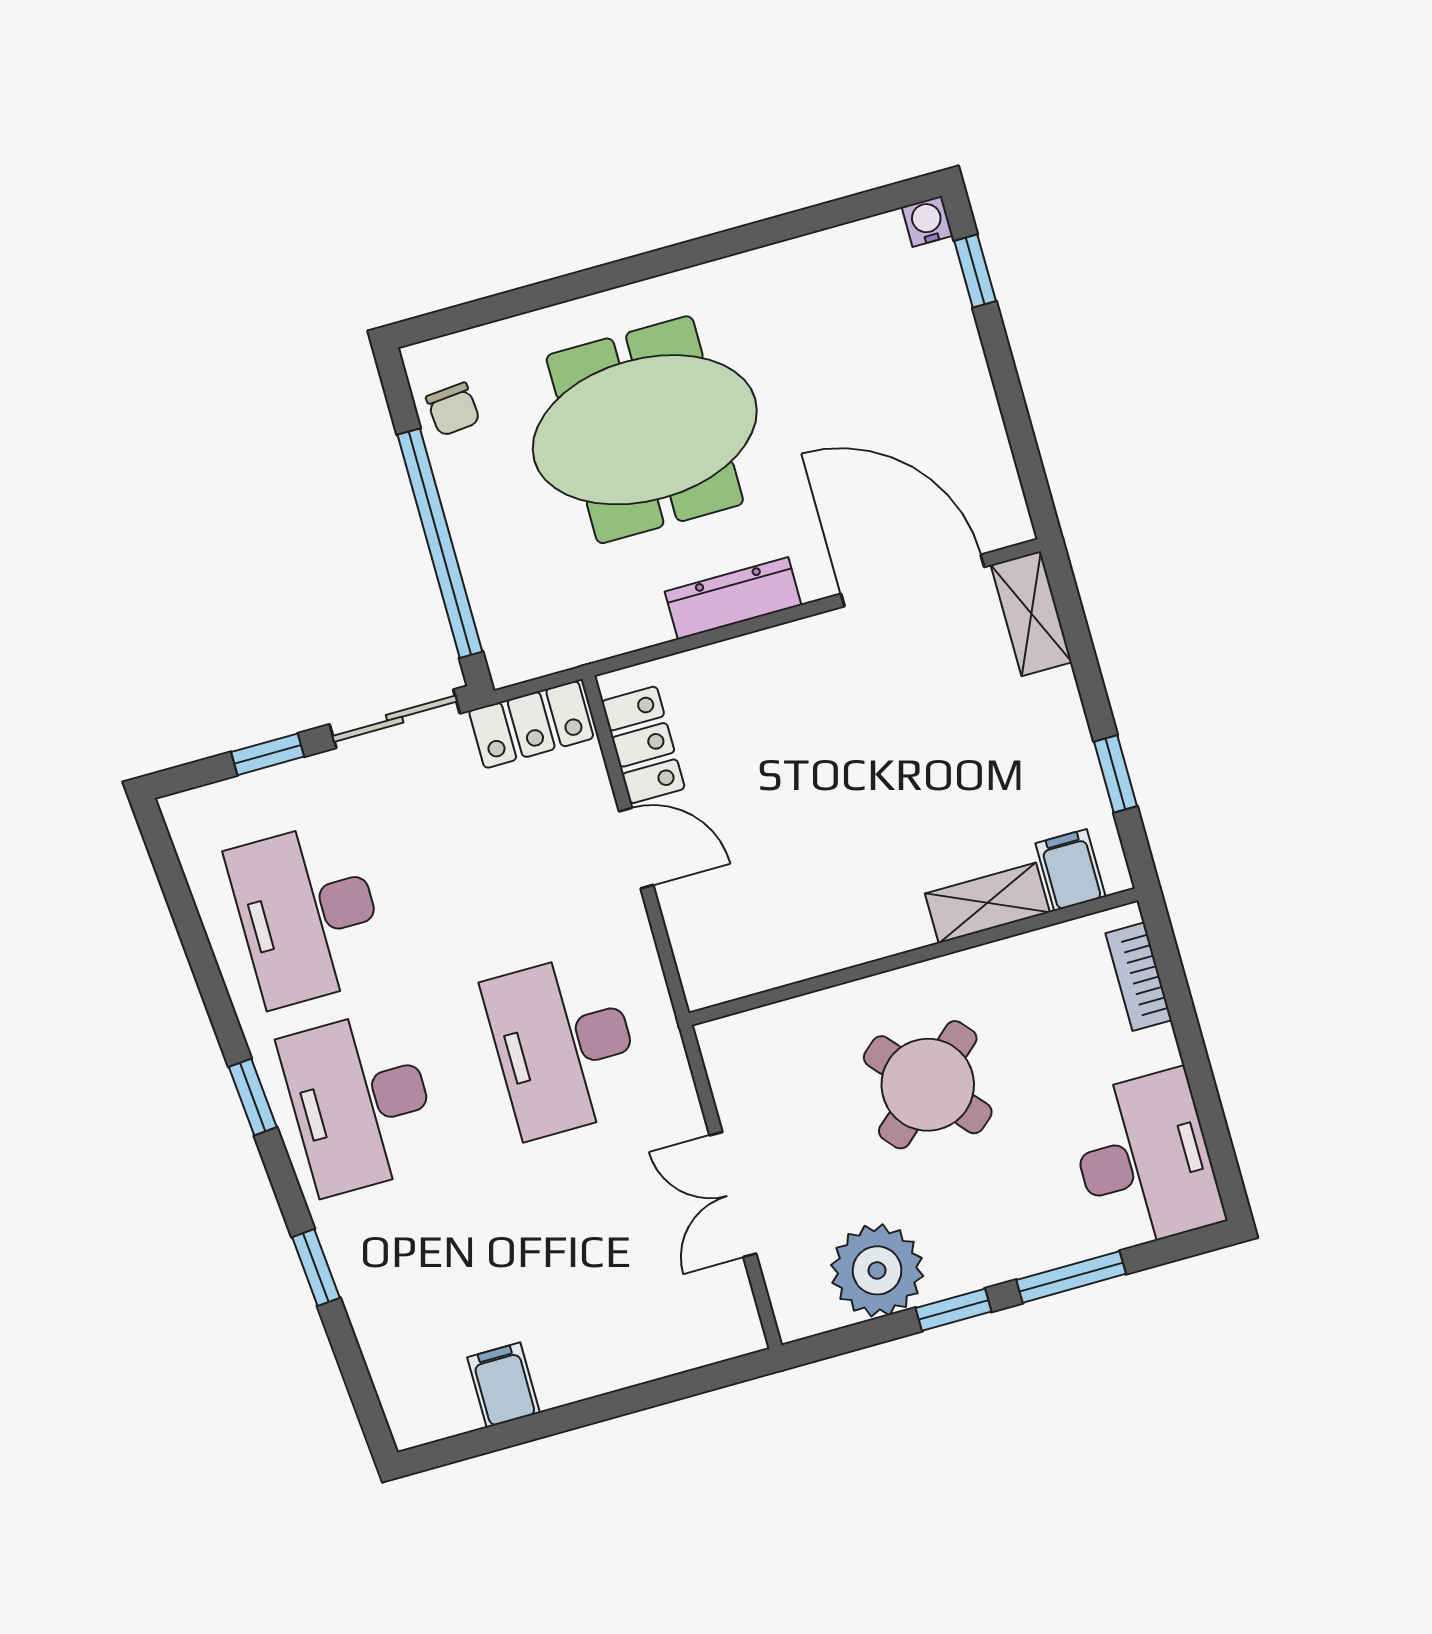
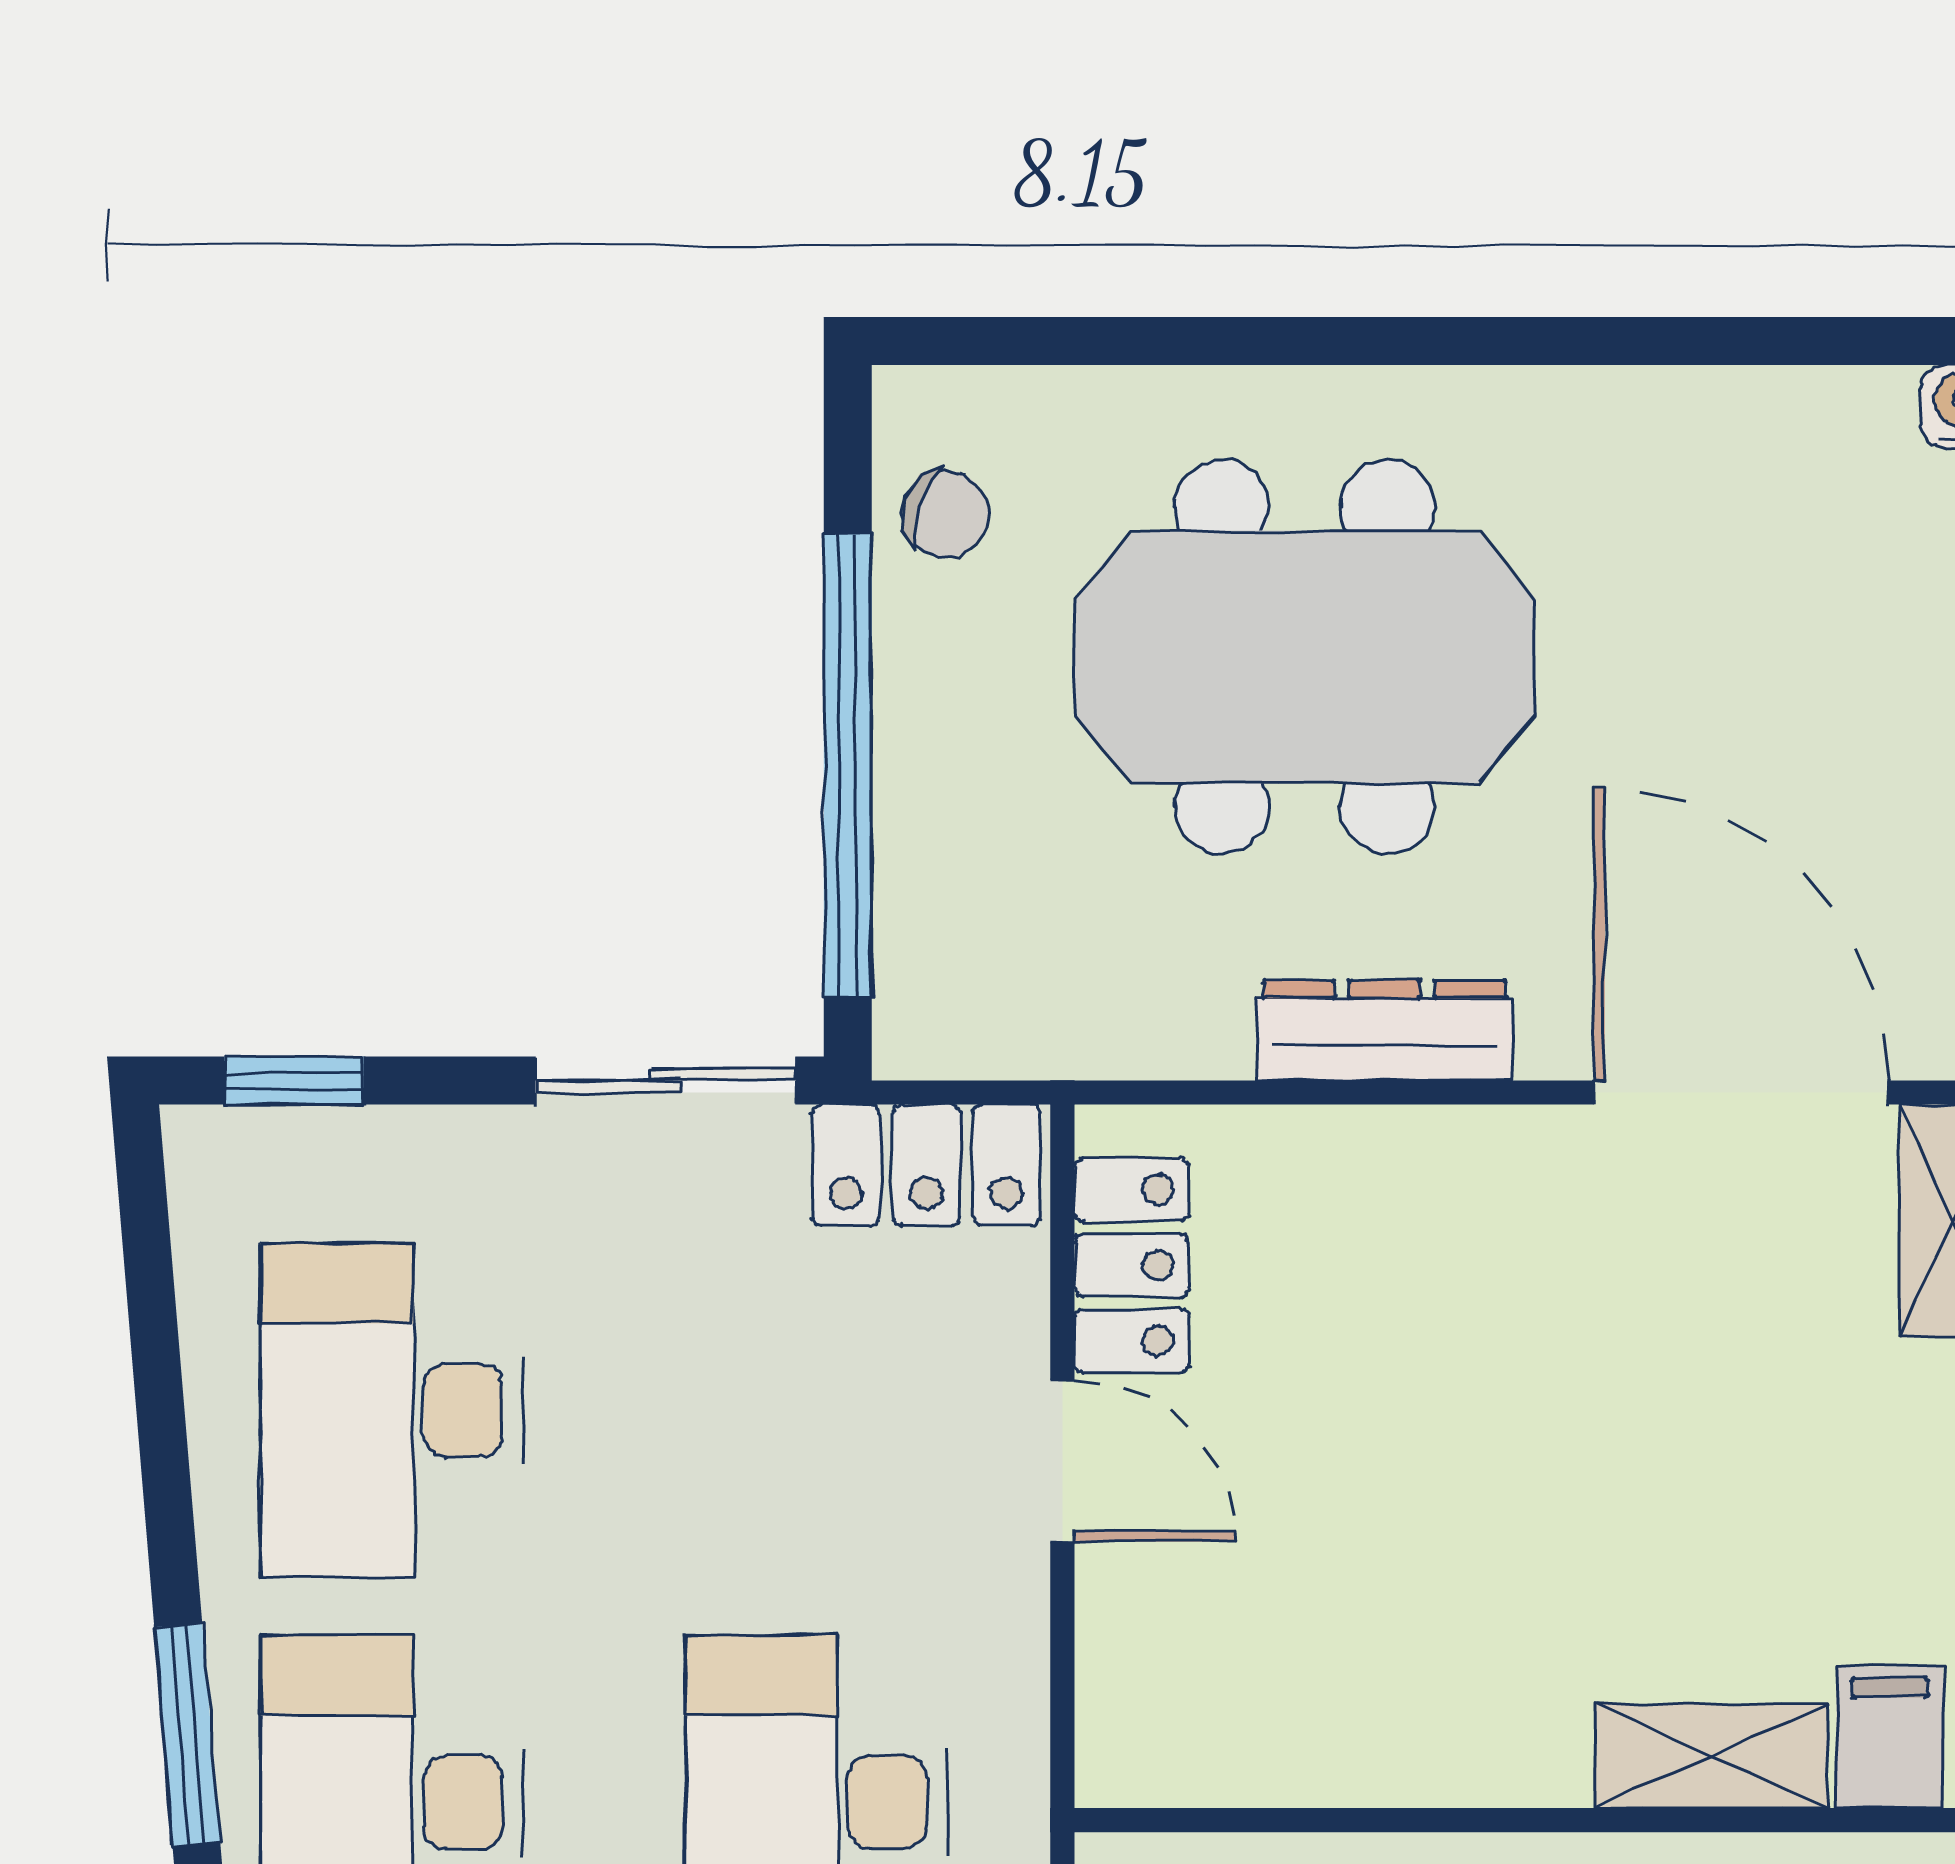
chair: (453, 409) -> (945, 514), turned -67
window: (268, 754) -> (294, 1081), moved
window: (253, 1097) -> (187, 1735), width x1.50

